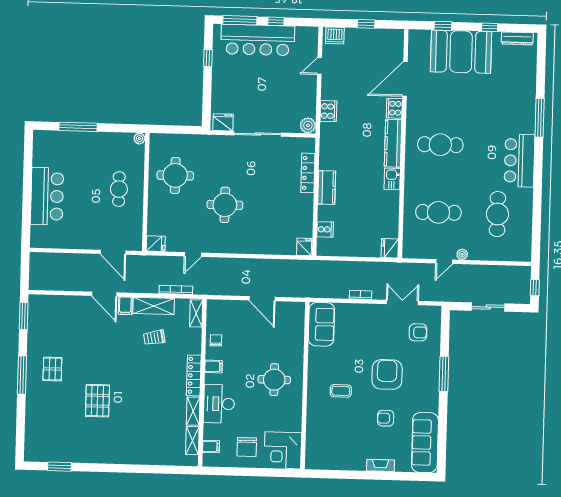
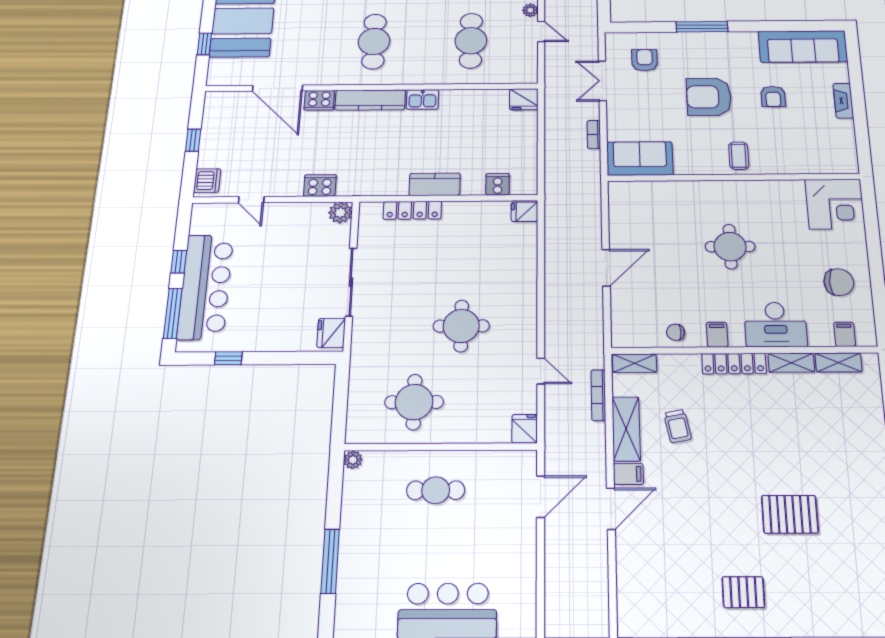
sofa: (321, 324) -> (640, 158), moved
wall: (305, 386) -> (734, 177), moved
corner desk: (283, 450) -> (835, 204), moved

